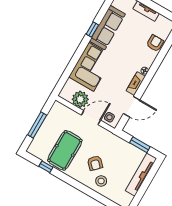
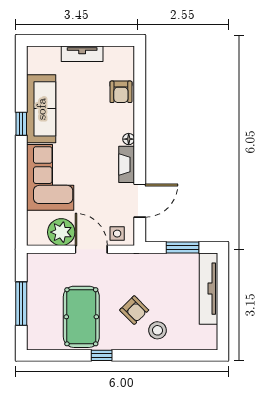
armchair: (155, 43) -> (121, 92), turned 180
door: (91, 118) -> (91, 249), hinge flipped
window: (46, 167) -> (102, 355), moved

